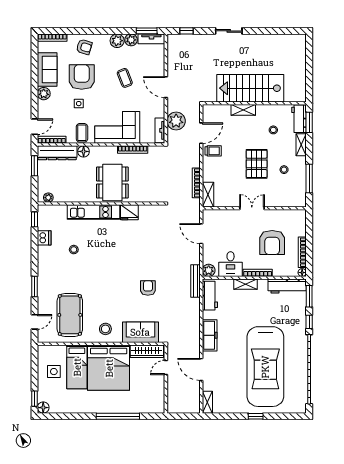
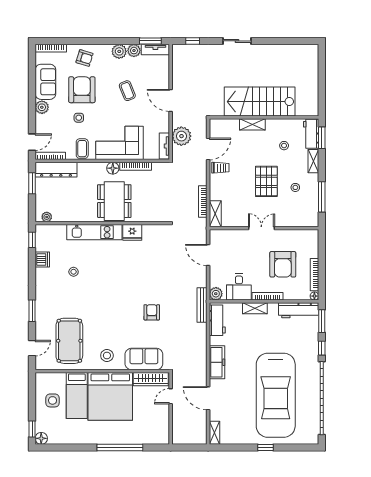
floor lamp: (84, 151) -> (113, 168), moved

